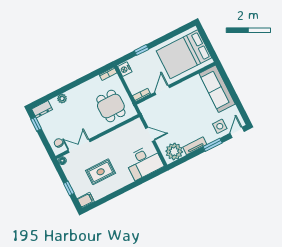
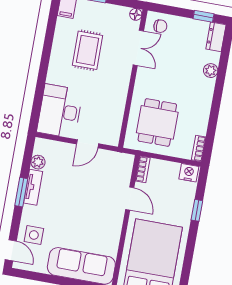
dining table: (111, 106) -> (157, 122), turned 90
window: (213, 145) -> (21, 192), moved
plant: (174, 151) -> (38, 162), width x0.53, depth x0.53

